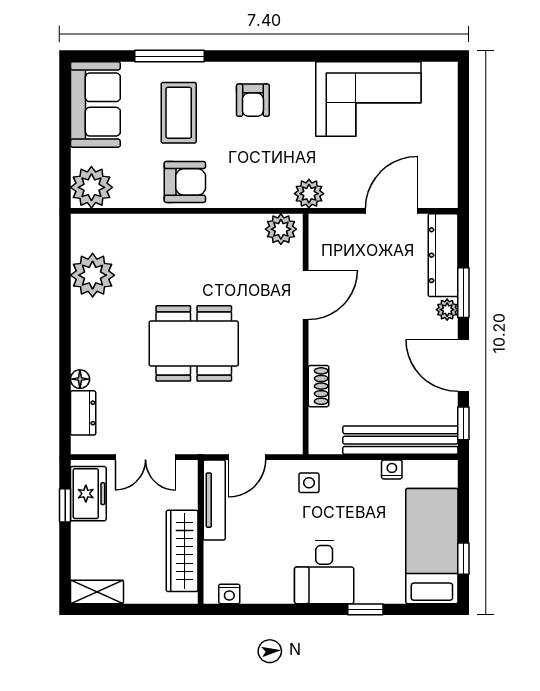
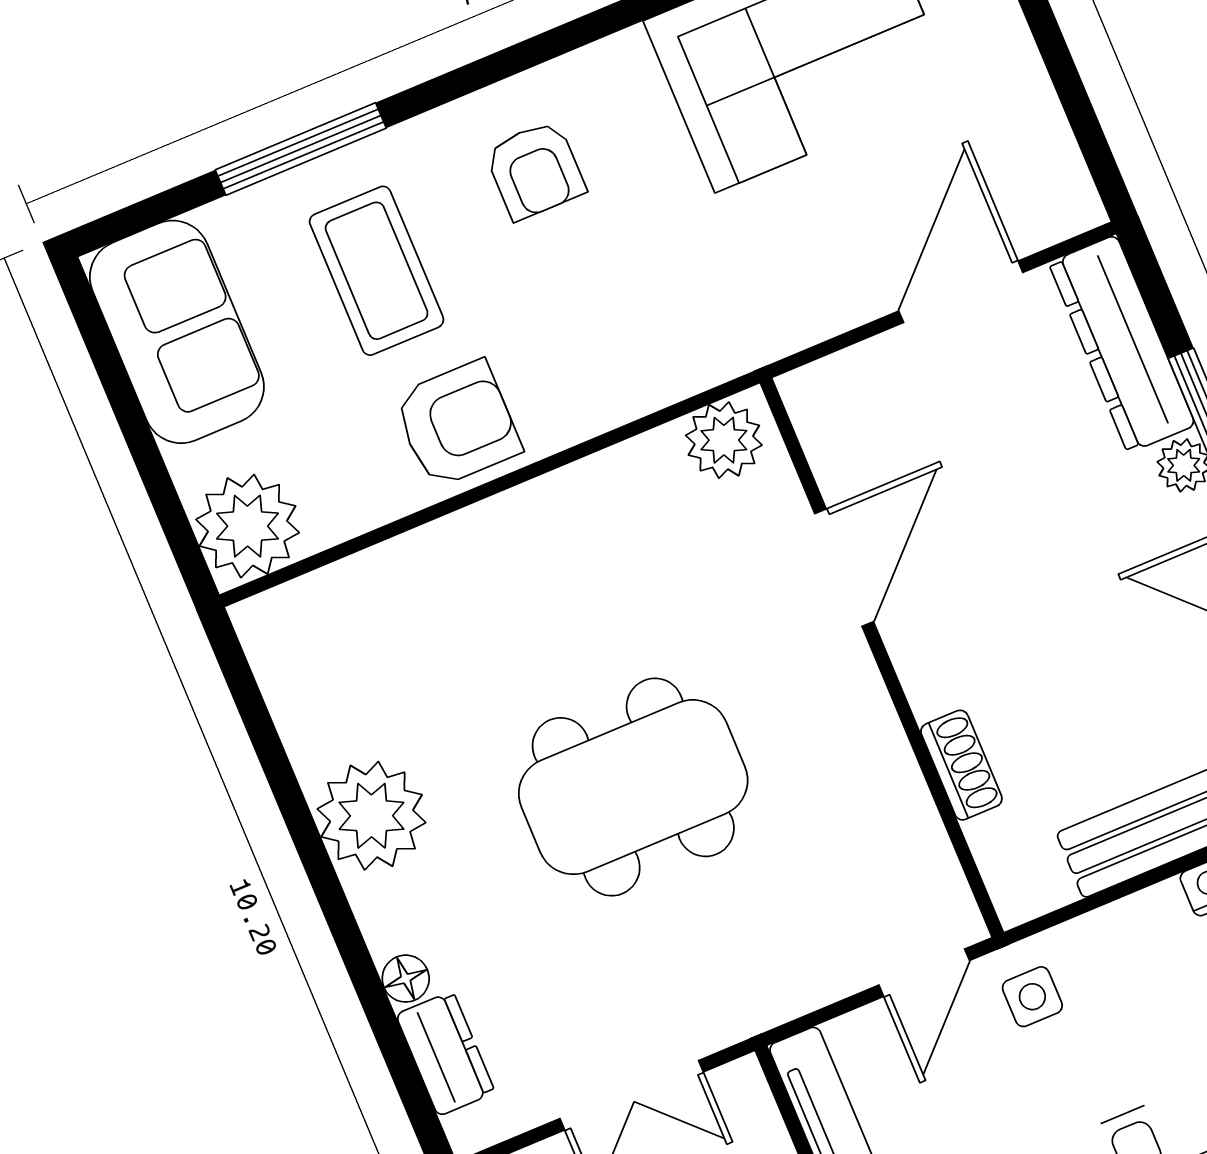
plant: (309, 194) -> (754, 331), removed
plant: (93, 275) -> (372, 816), moved
door: (247, 457) -> (924, 973), moved

